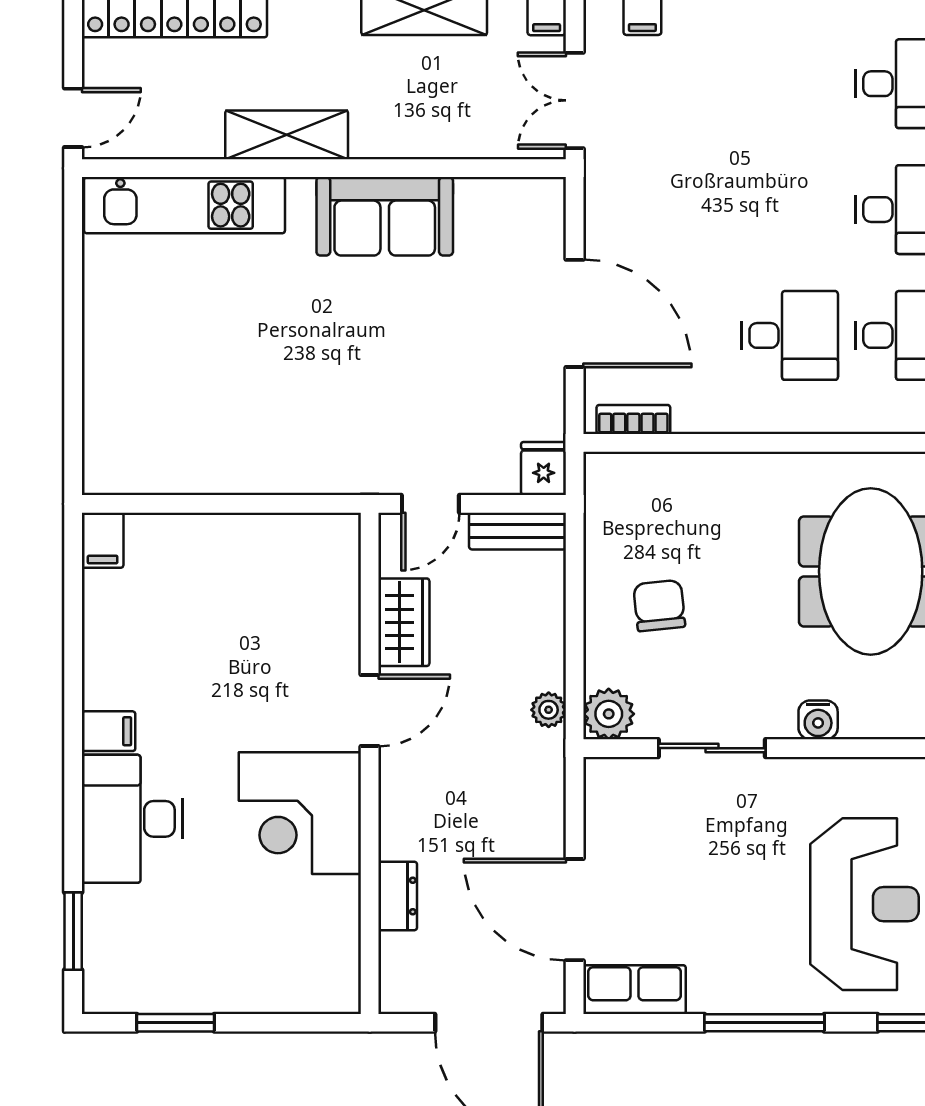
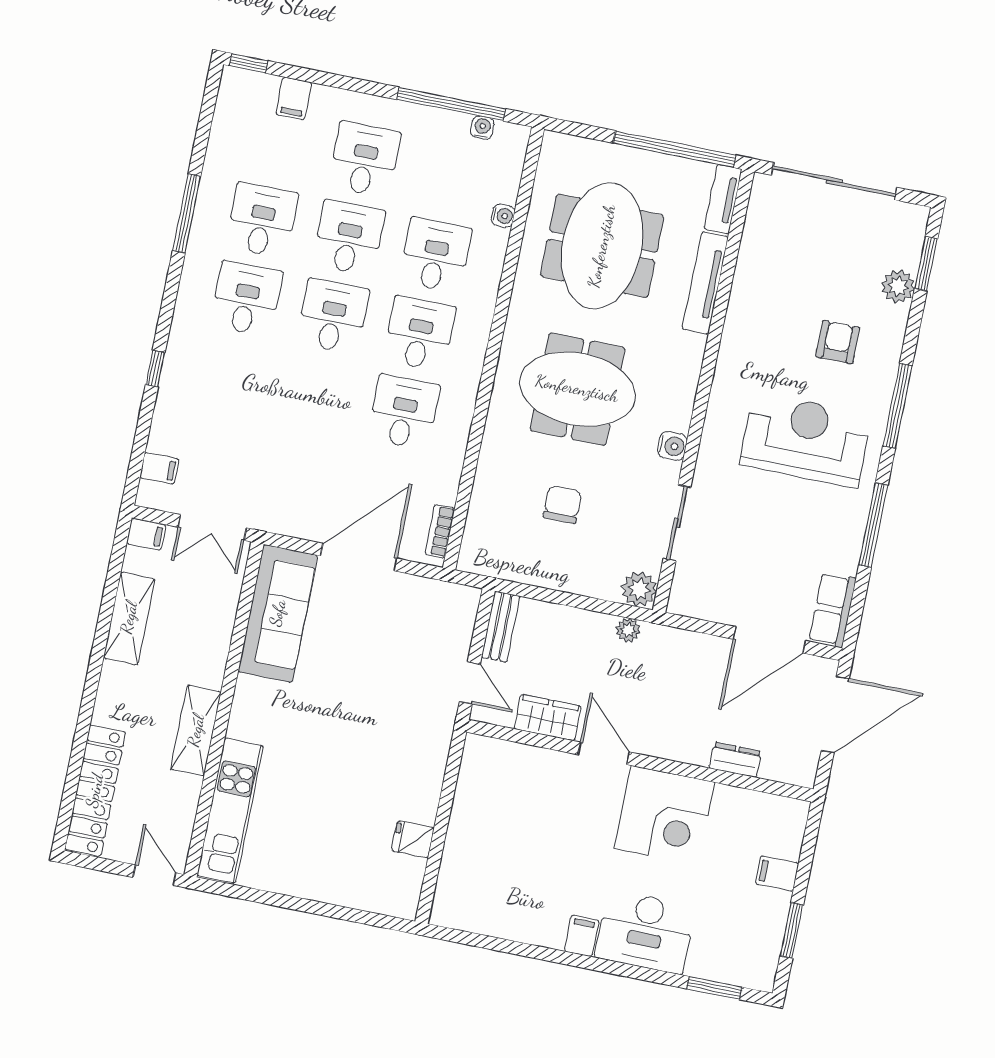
sofa: (385, 216) -> (278, 613), moved, width x1.36
fridge: (544, 469) -> (413, 839), moved
filing cabinet: (103, 540) -> (777, 873), moved, turned 180
chair: (659, 606) -> (562, 504), moved, turned 96

